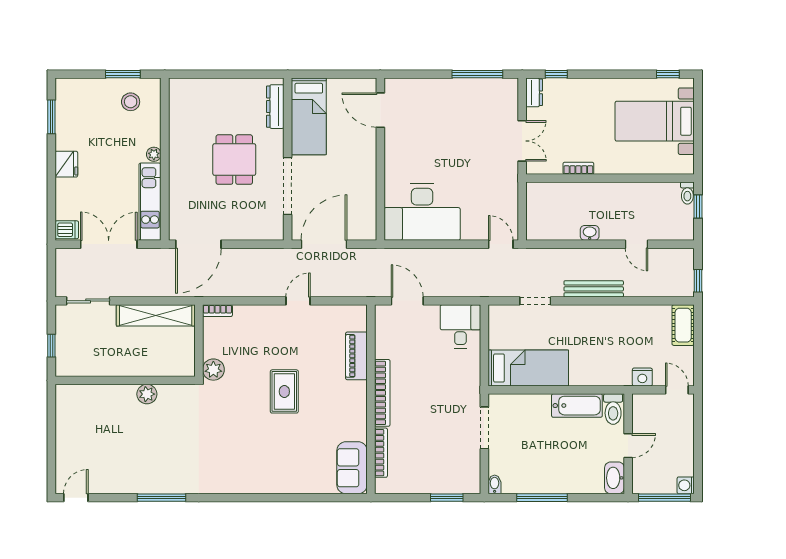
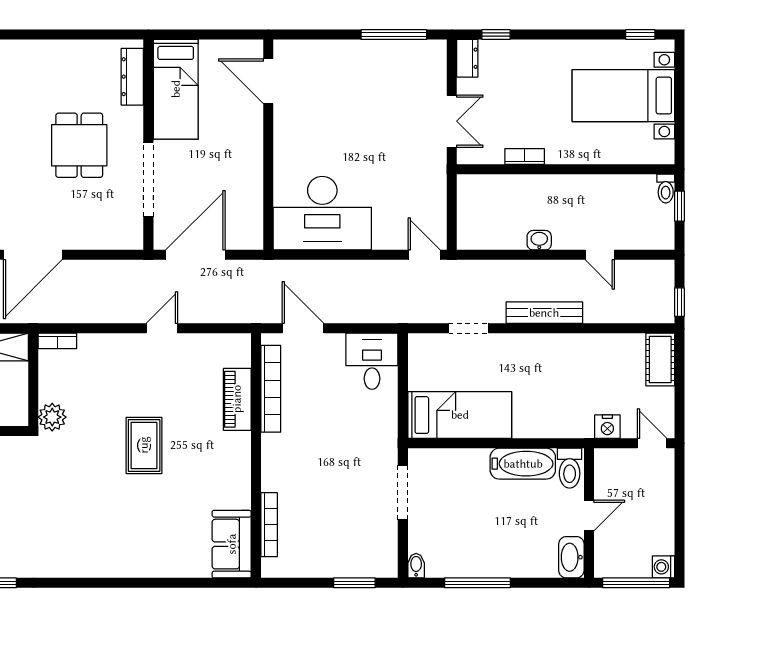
bookcase: (382, 393) -> (271, 389), moved

